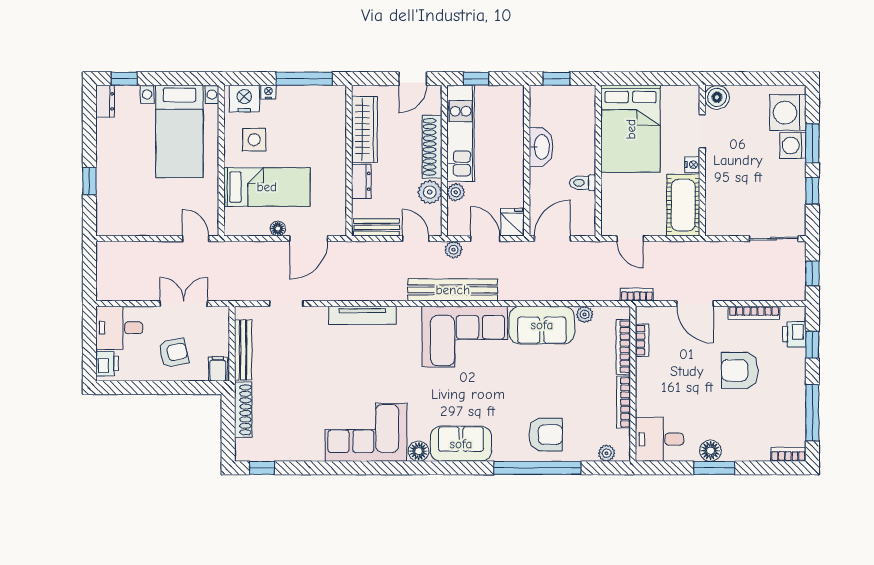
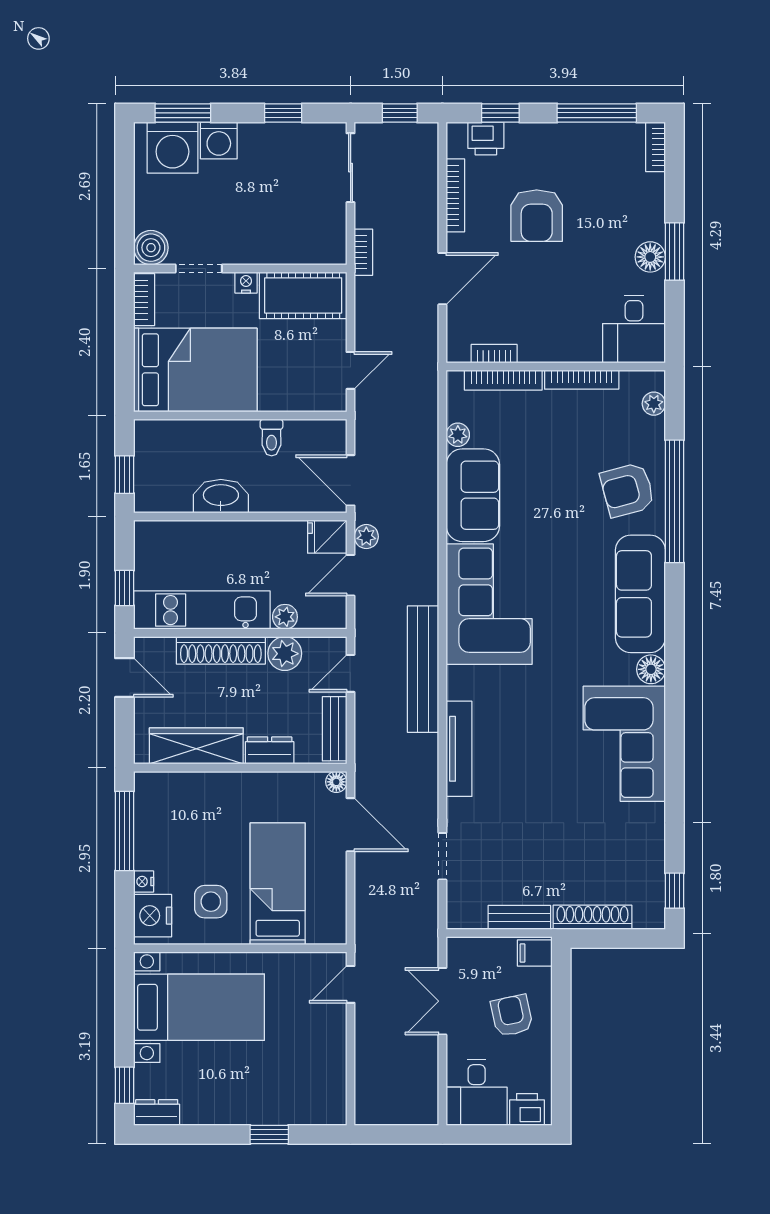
bookcase: (680, 93) -> (144, 300), added
window: (812, 143) -> (183, 113), moved
floor lamp: (278, 229) -> (336, 782), moved
plant: (454, 250) -> (366, 537), moved
bench: (453, 290) -> (423, 669), moved
bookcase: (637, 294) -> (363, 252), moved, turned 180
bench: (243, 350) -> (519, 917), width x0.73
armchair: (546, 435) -> (627, 490), turned -105
sofa: (461, 444) -> (640, 594), width x1.36

